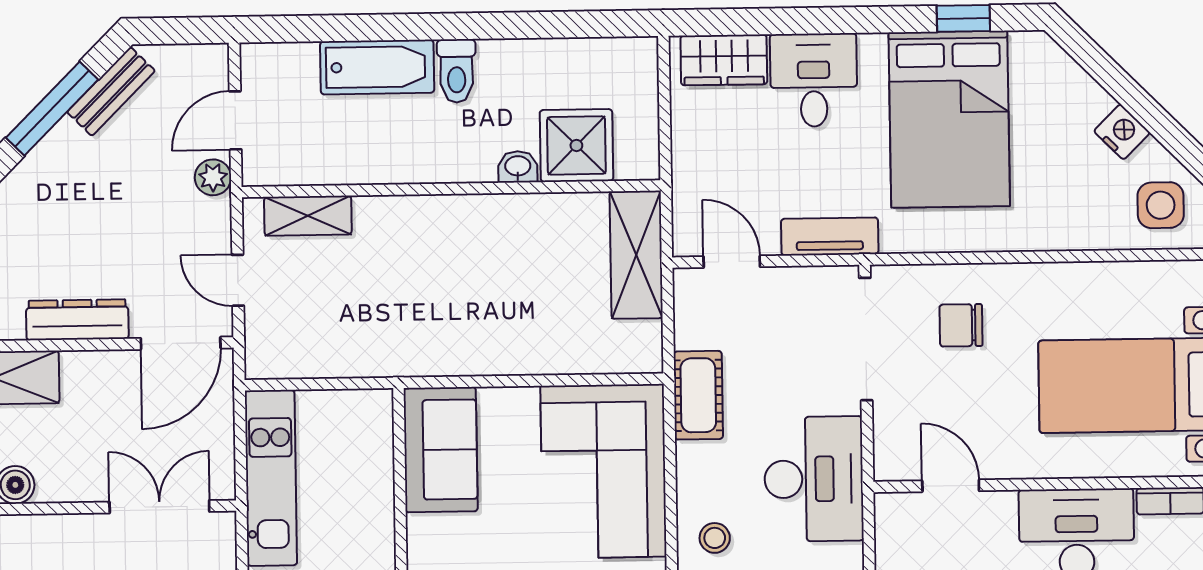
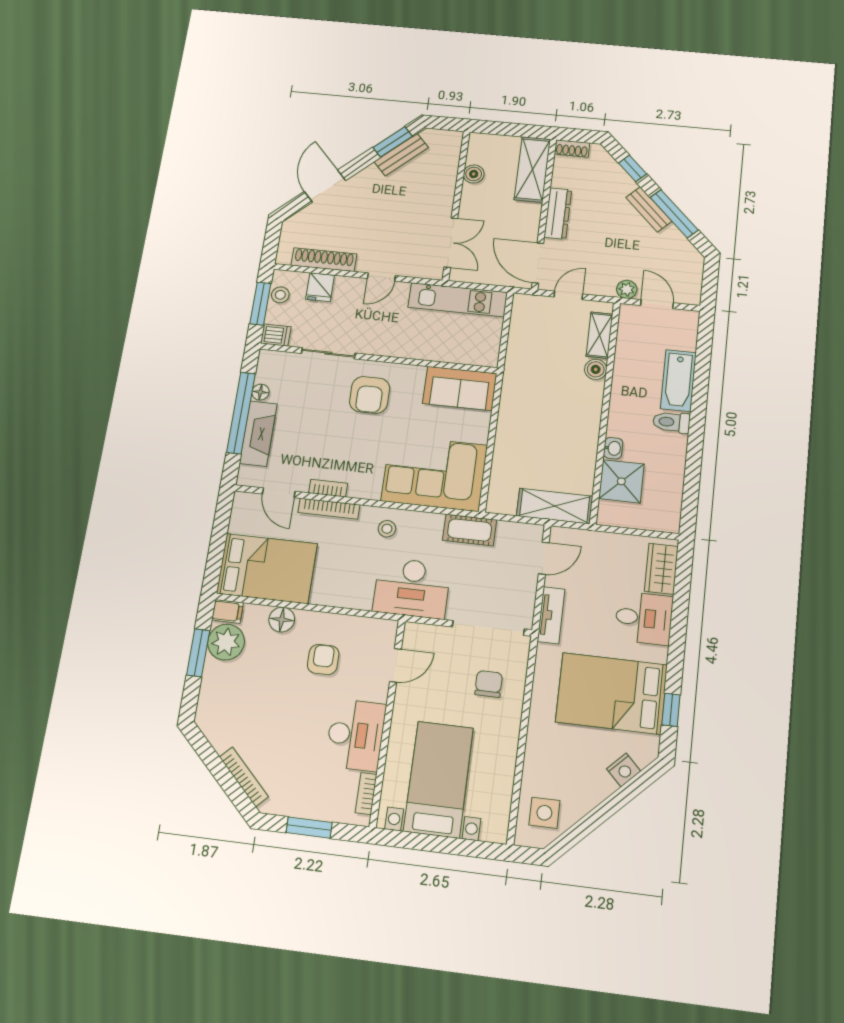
bench: (111, 91) -> (649, 209), moved
nightstand: (1122, 132) -> (624, 770), moved
boiler: (374, 215) -> (596, 369), added

